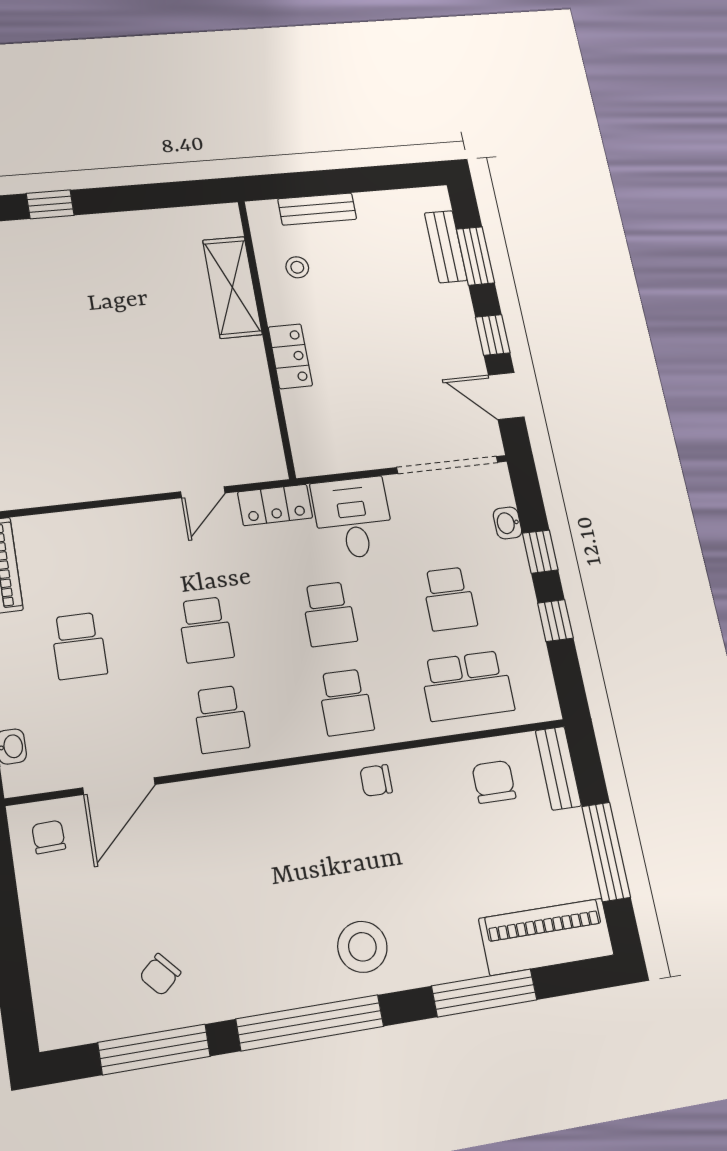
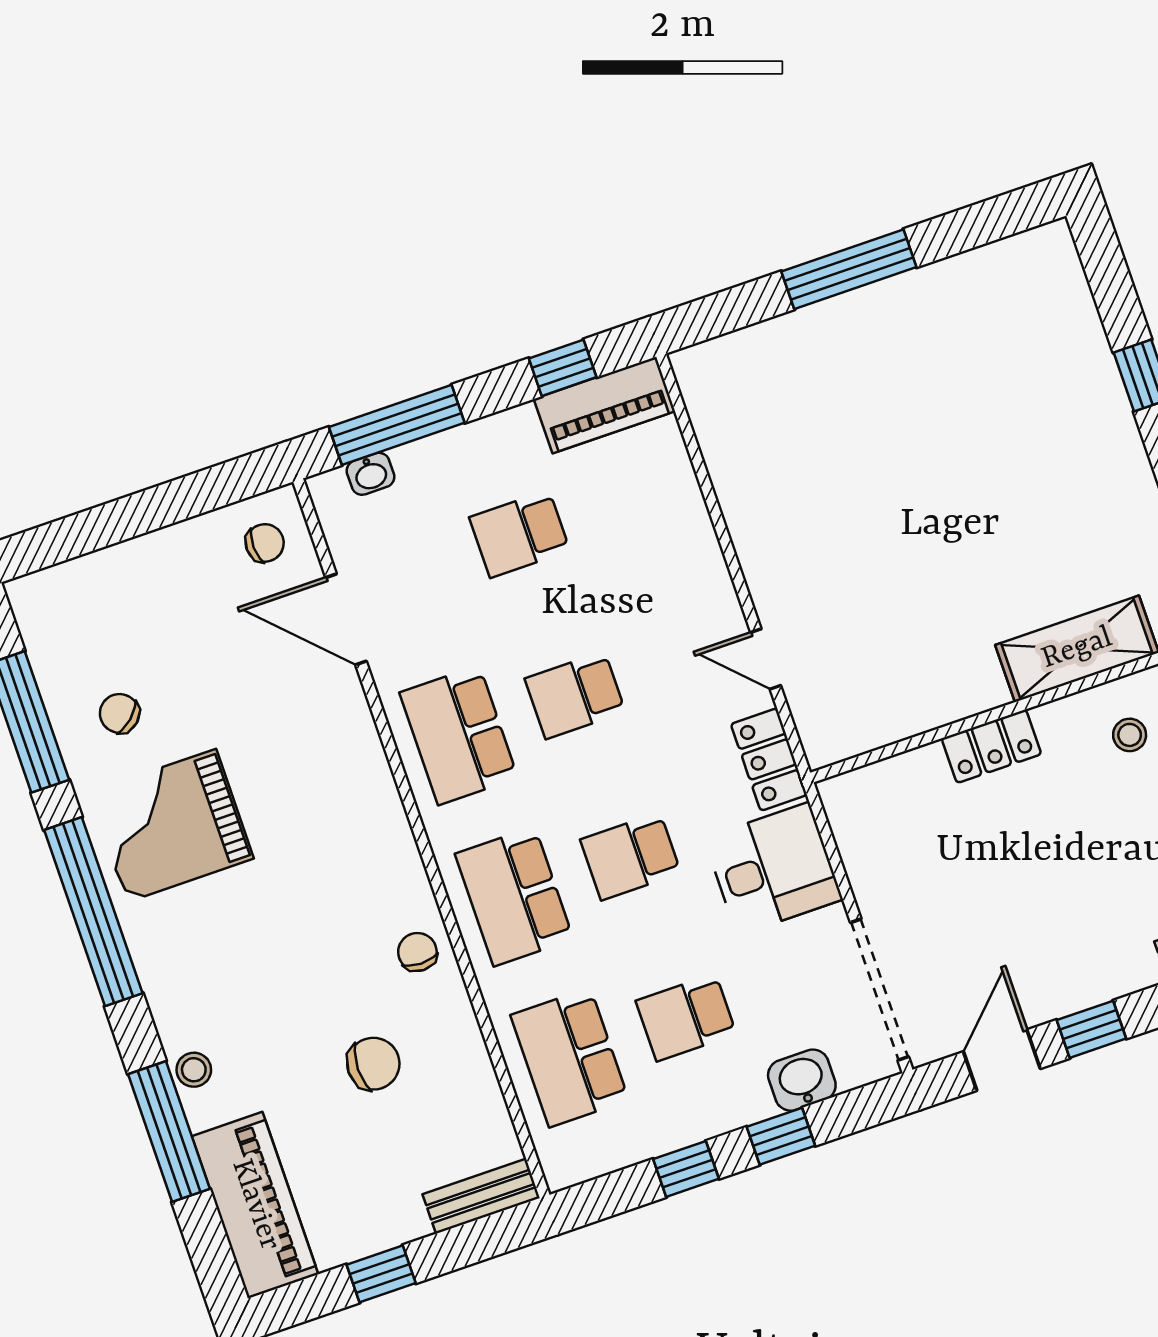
washbasin: (507, 523) -> (802, 1080), width x1.38, depth x1.45
school desk: (346, 702) -> (514, 896), width x1.85
school desk: (221, 719) -> (459, 735), width x1.85
chair: (494, 782) -> (373, 1064), moved
window: (606, 852) -> (381, 1274), width x0.46
stool: (362, 947) -> (194, 1070), moved, width x0.53, depth x0.53
grand piano: (253, 949) -> (171, 825), added

